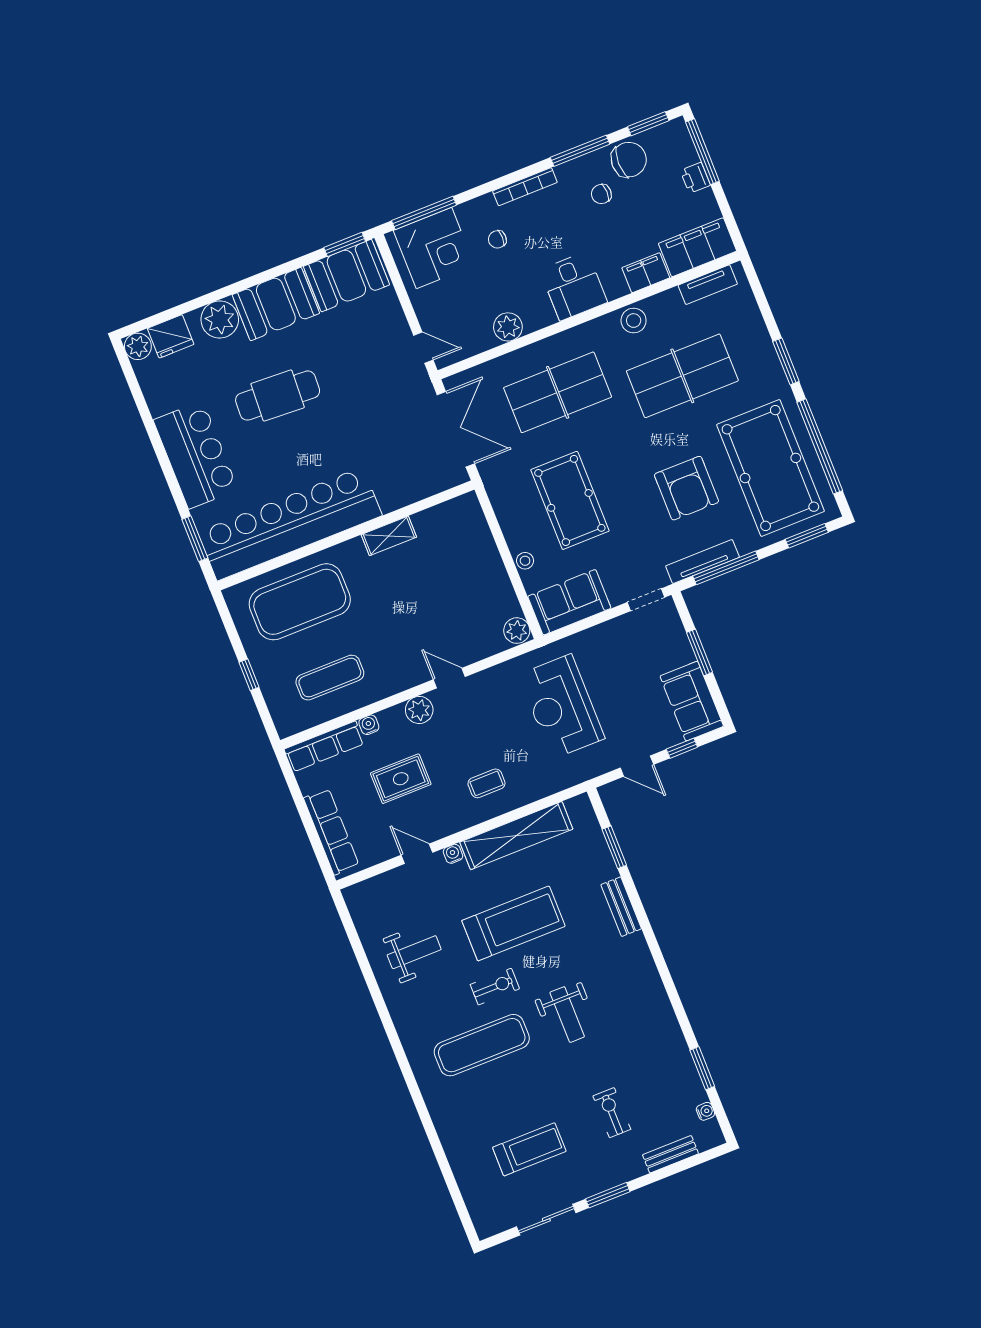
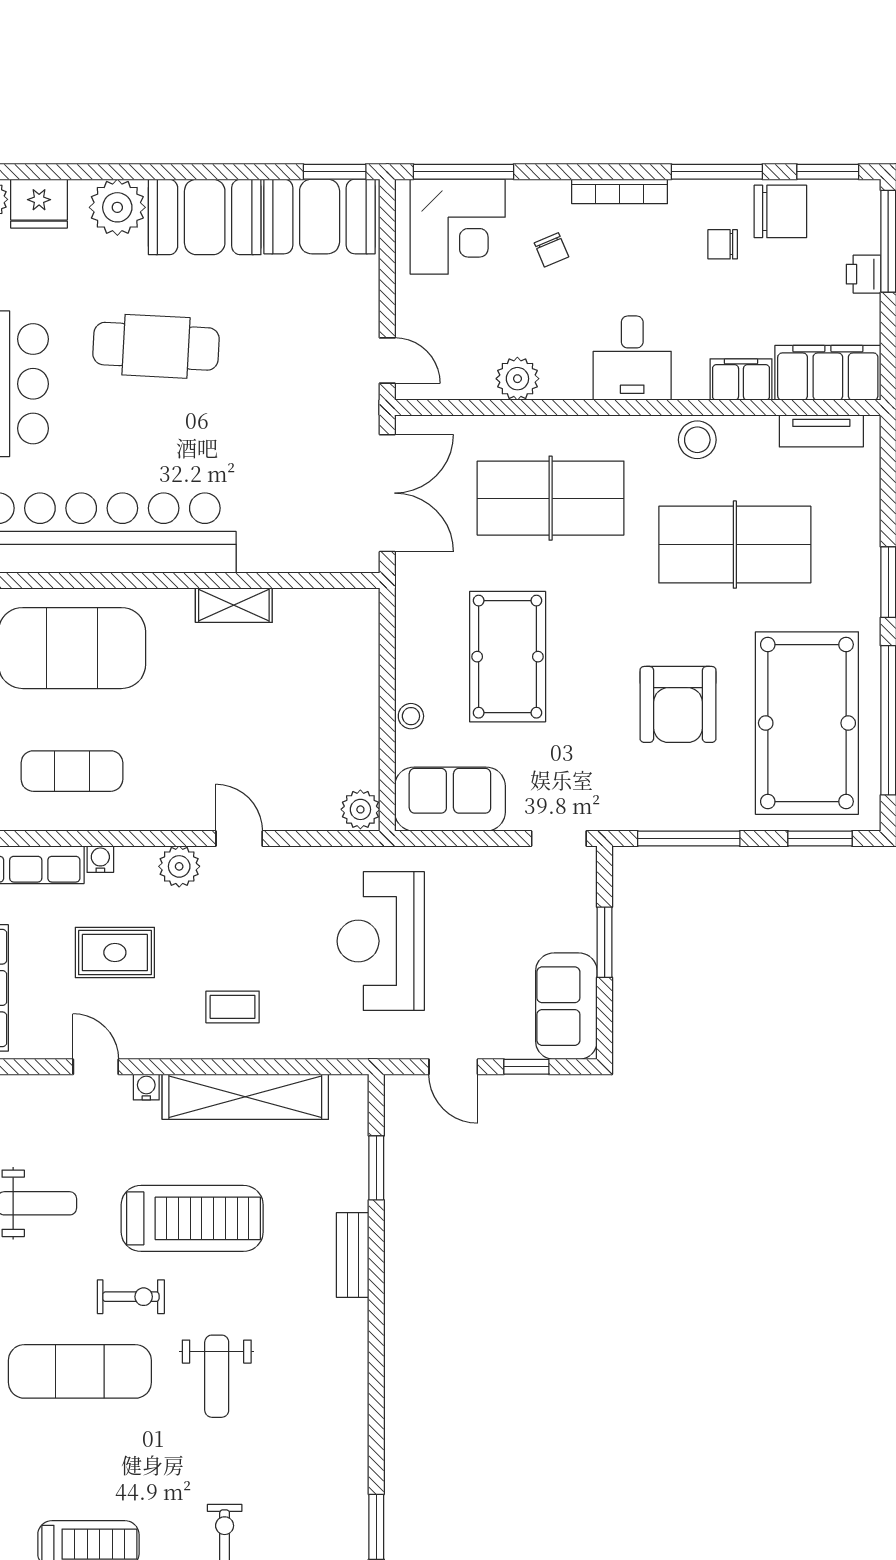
chair: (497, 239) -> (551, 250), turned -113
tv unit: (702, 562) -> (659, 816), removed

